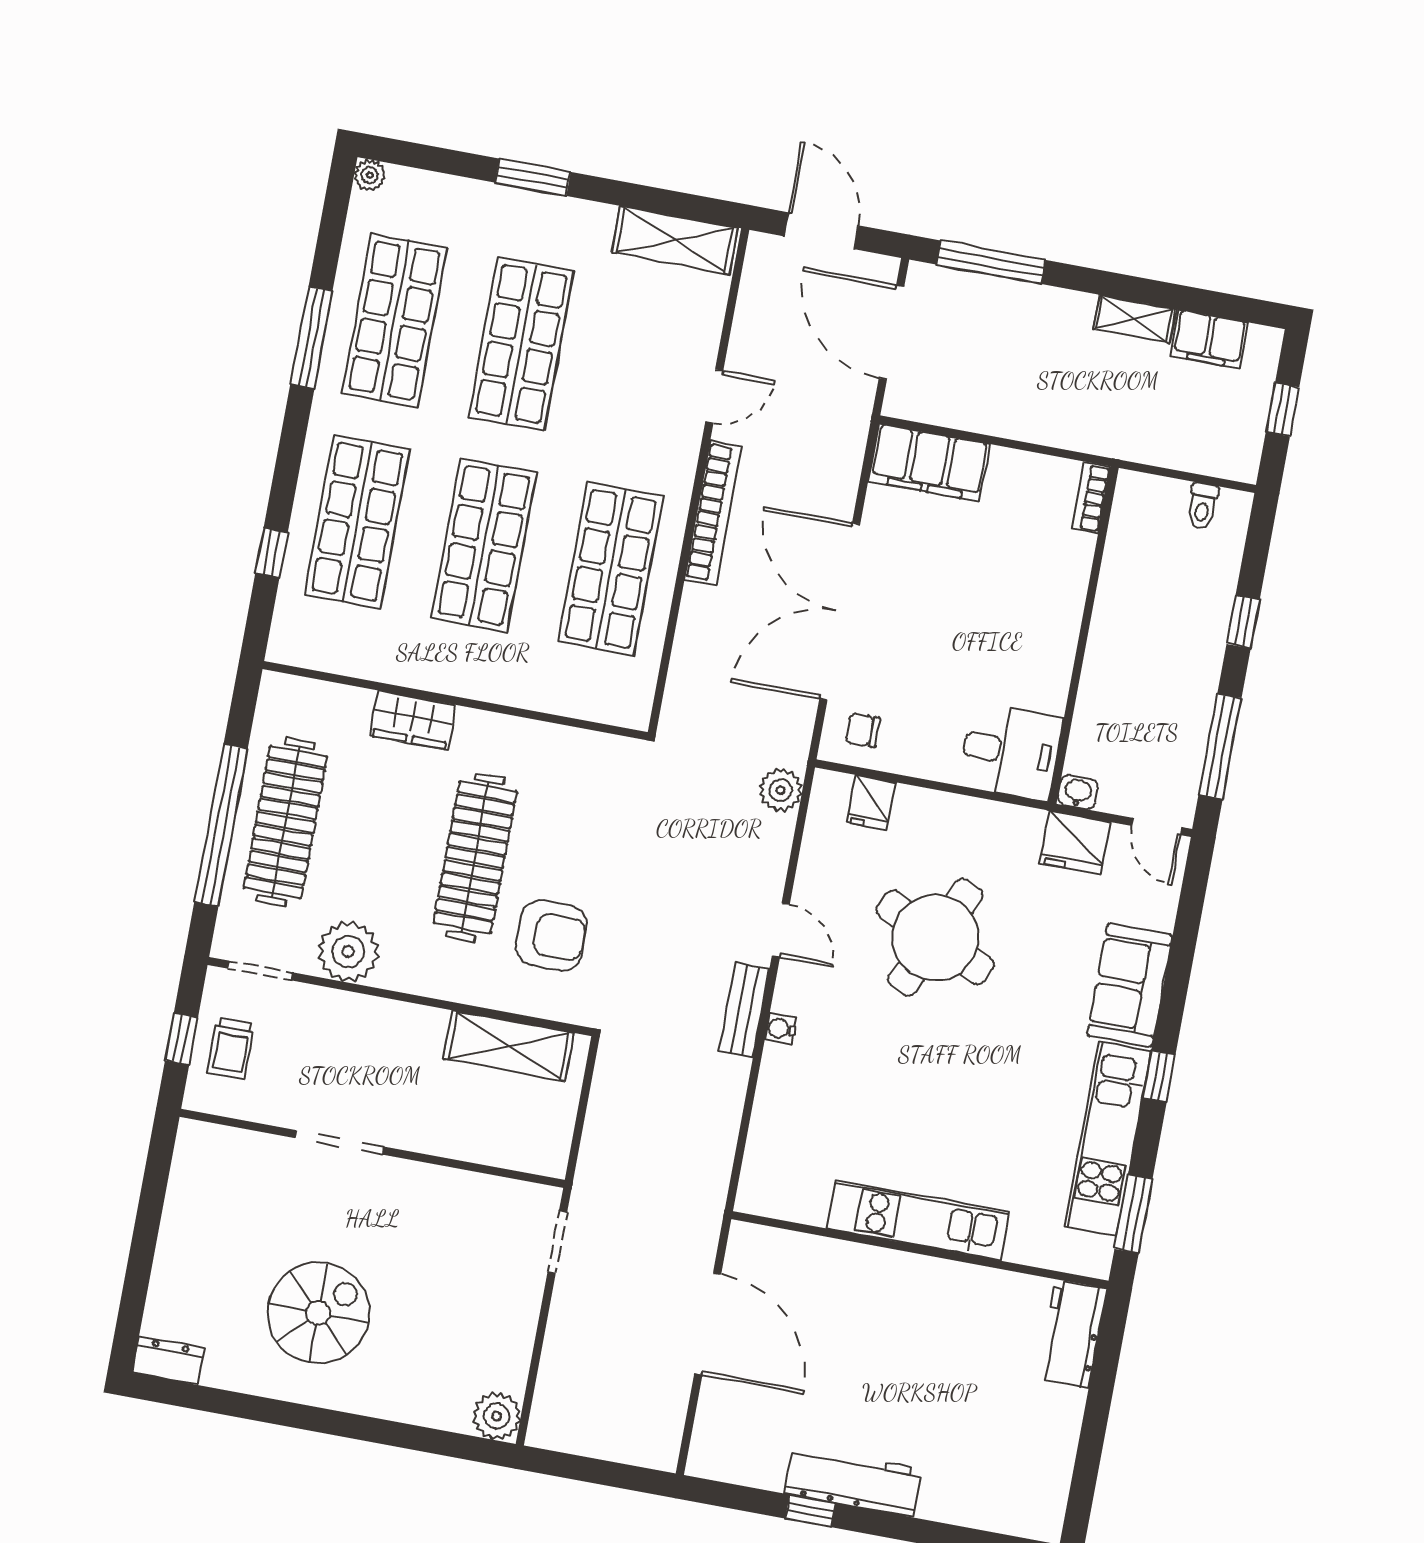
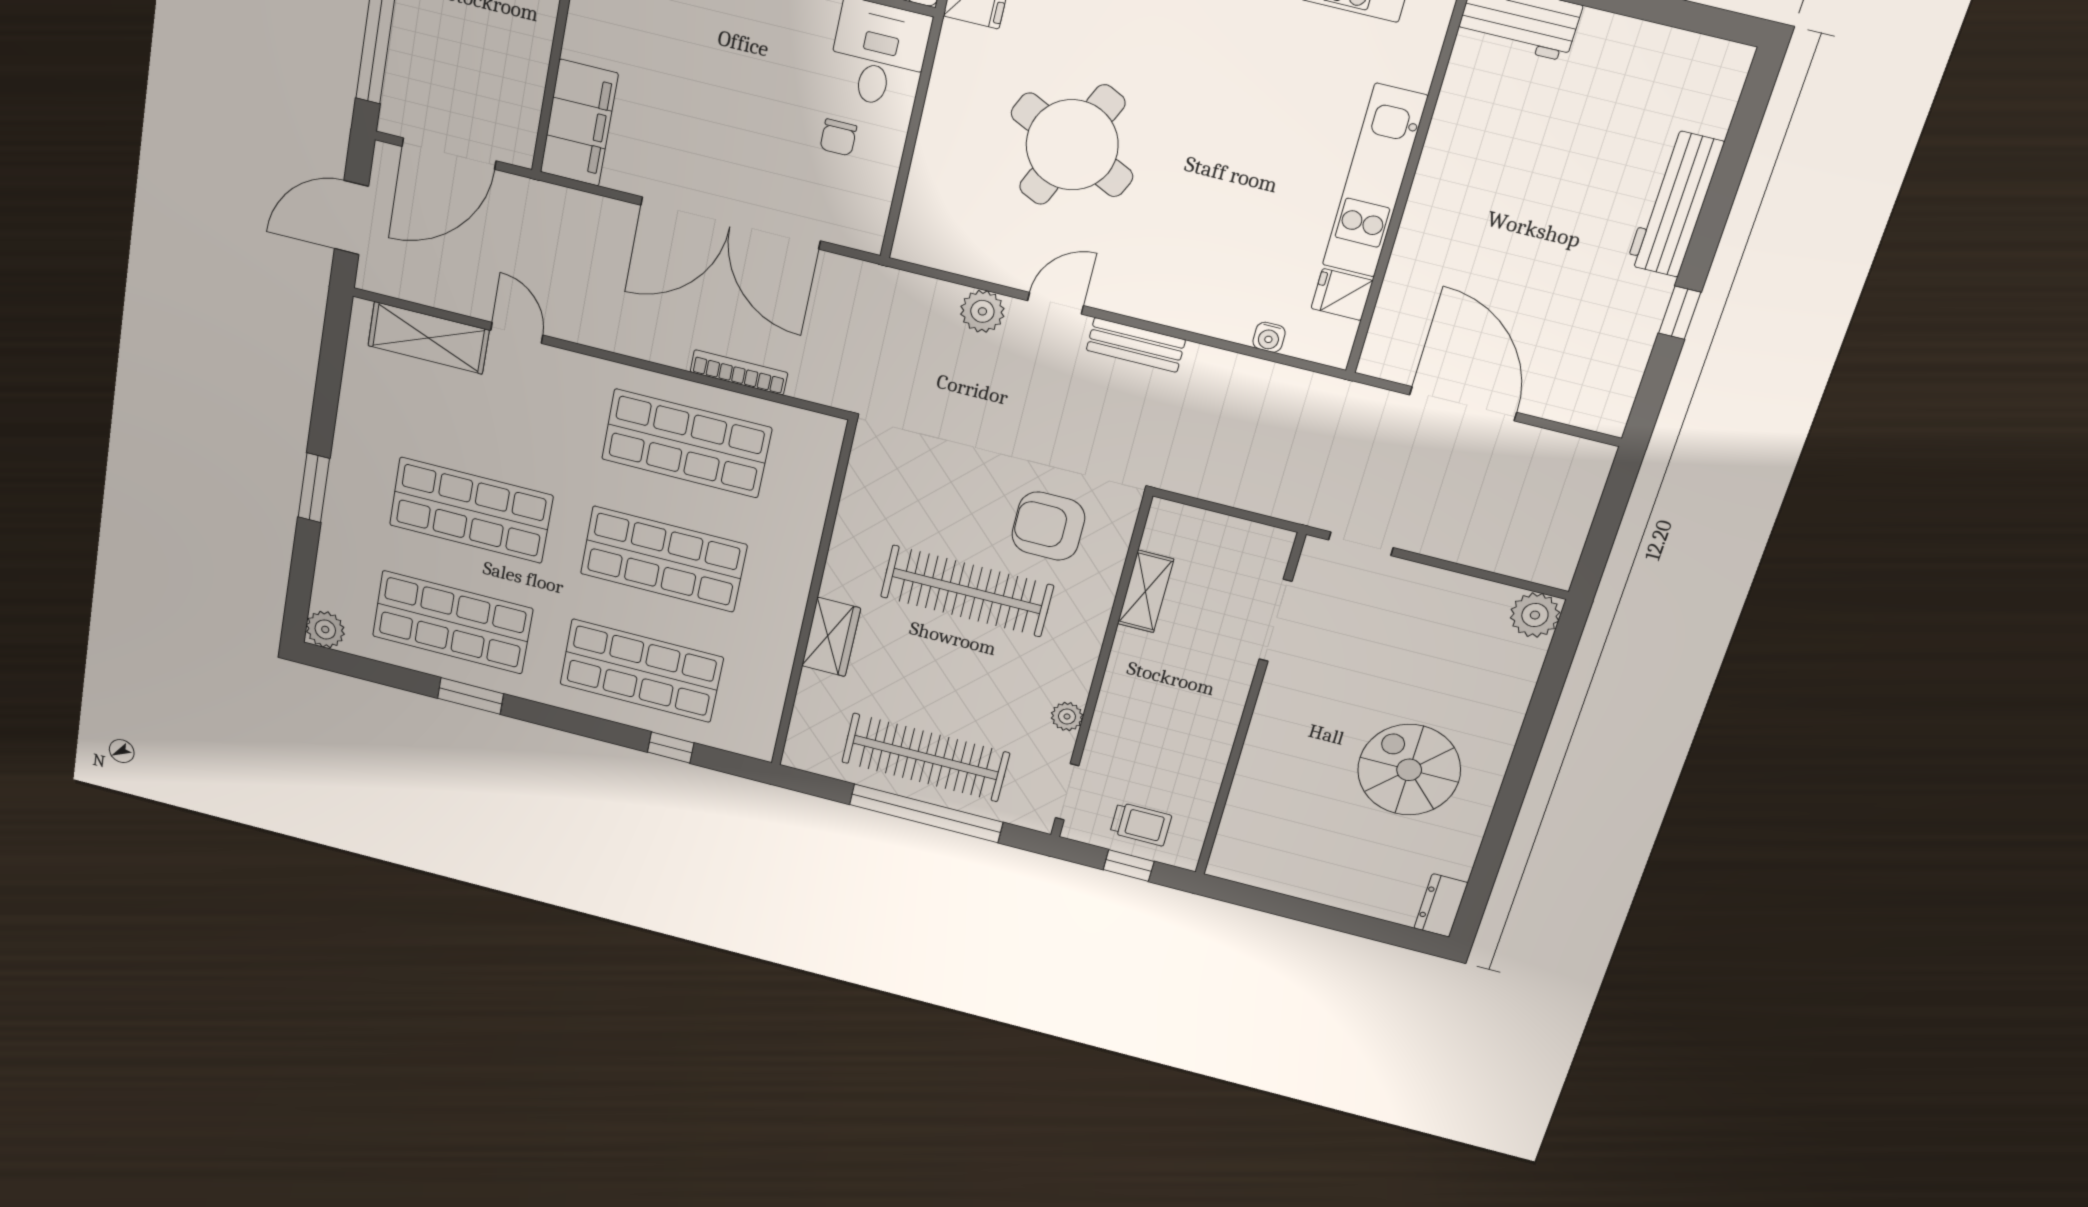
plant: (370, 175) -> (325, 629), width x1.38, depth x1.38
shelving: (675, 240) -> (428, 338), moved, turned 90
window: (311, 338) -> (471, 696), width x0.69
bookcase: (713, 513) -> (739, 372), moved, width x0.68, depth x0.76
chair: (863, 730) -> (838, 137), moved
plant: (781, 790) -> (982, 311), moved
fridge: (871, 802) -> (1342, 295), moved, turned 180
armchair: (551, 936) -> (1048, 526), turned -90
plant: (348, 952) -> (1067, 717), width x0.53, depth x0.53
water cooler: (781, 1029) -> (1269, 337), moved
shelving: (509, 1046) -> (1145, 591), width x0.67, depth x0.75
doorway: (339, 1142) -> (1276, 620), moved
door: (708, 1324) -> (1463, 404), hinge flipped
workbench: (853, 1481) -> (1675, 204), moved

